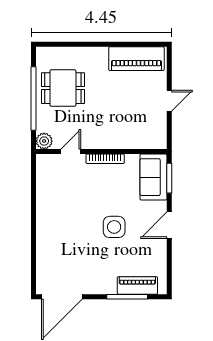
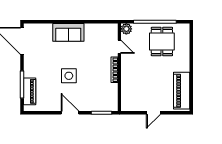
door: (169, 101) -> (153, 113), hinge flipped
sofa: (154, 177) -> (68, 32), moved, turned 180

